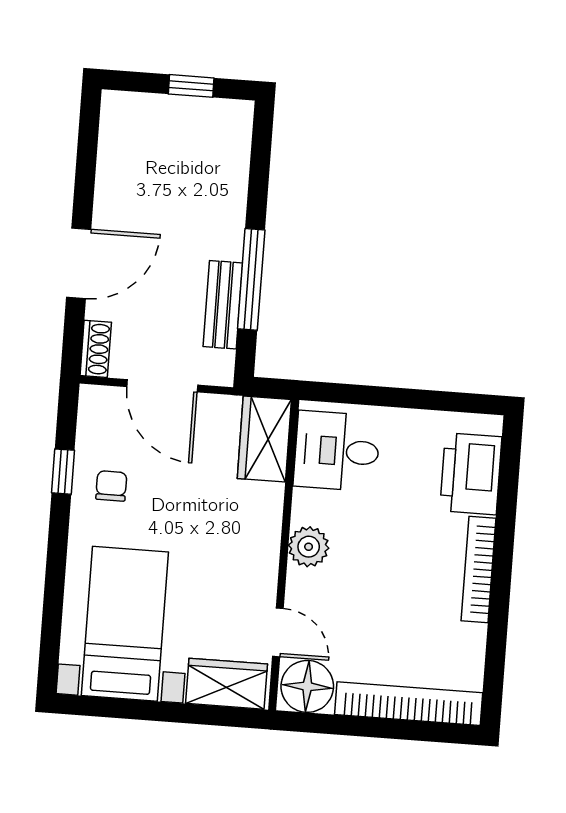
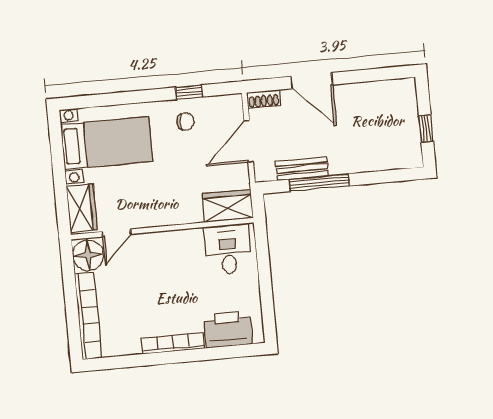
plant: (309, 547) -> (169, 242), removed

